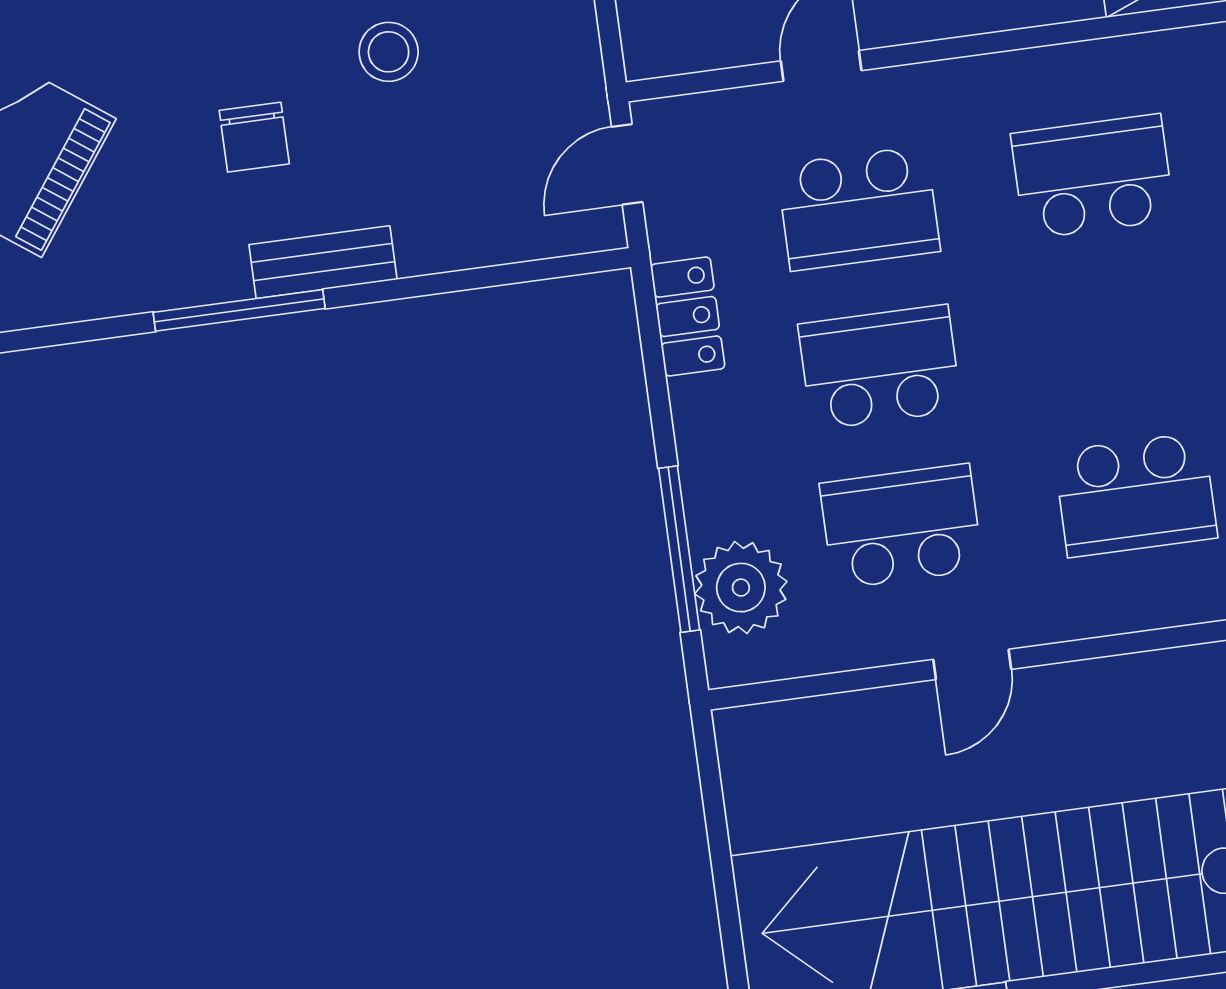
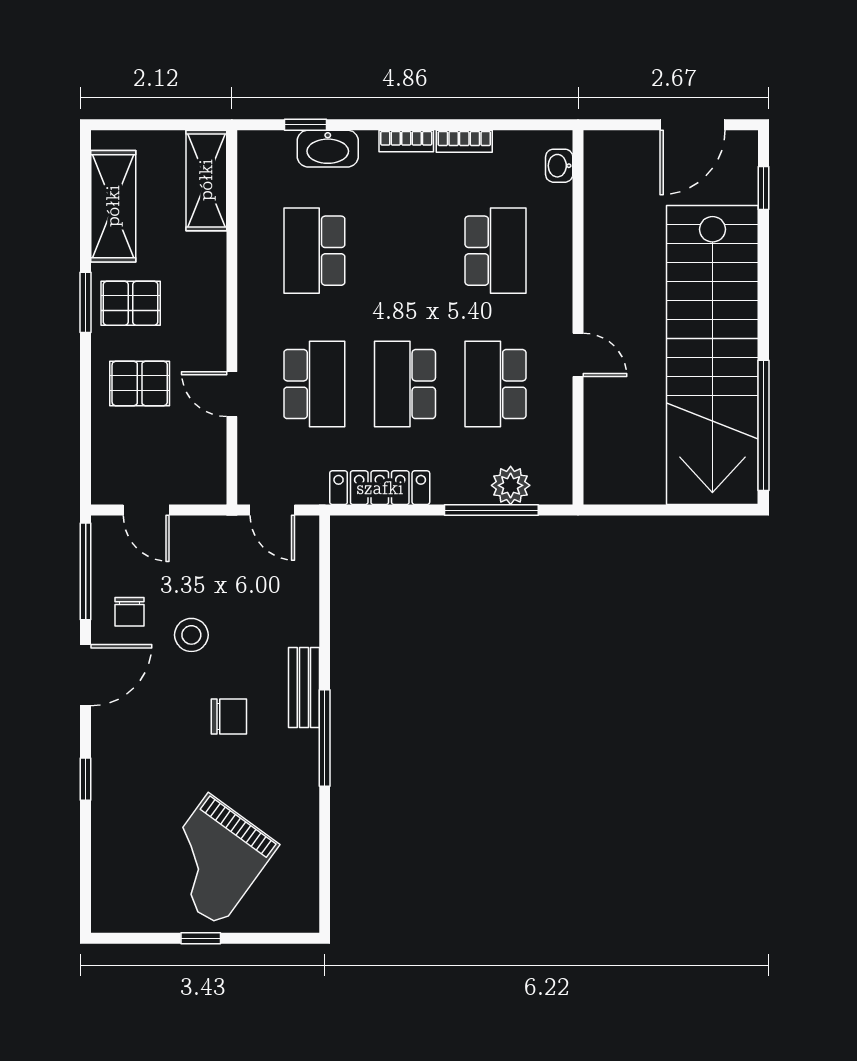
locker: (688, 317) -> (380, 488), width x1.53
plant: (741, 588) -> (511, 485), width x0.73, depth x0.73

